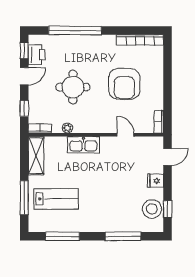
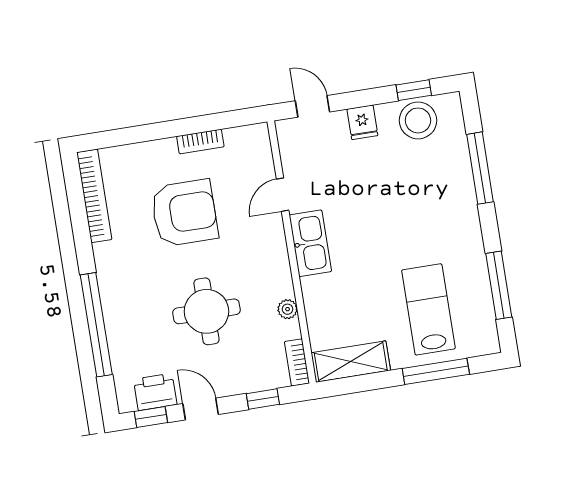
bookcase: (159, 122) -> (200, 142), moved
kitchen sink: (83, 145) -> (310, 243), moved

